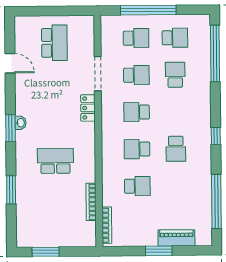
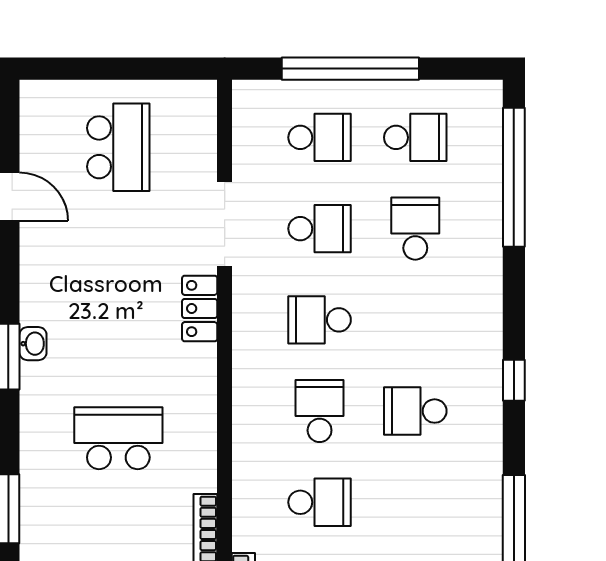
school desk: (137, 149) -> (320, 411), turned 90
school desk: (176, 149) -> (415, 411), turned 90

